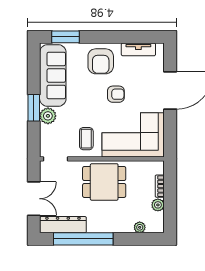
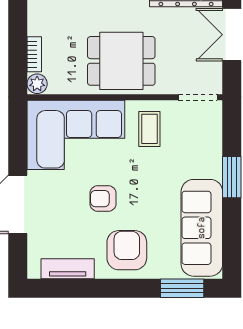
plant: (48, 116) -> (210, 165), removed
plant: (158, 205) -> (37, 84), moved

